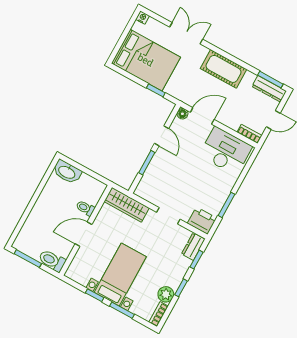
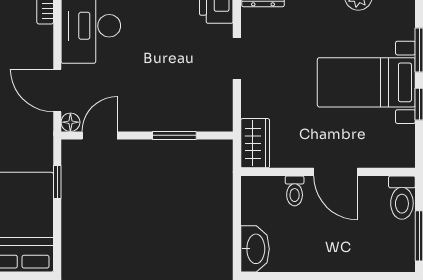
door: (162, 136) -> (100, 135), moved
wardrobe: (127, 205) -> (255, 143), width x0.67

